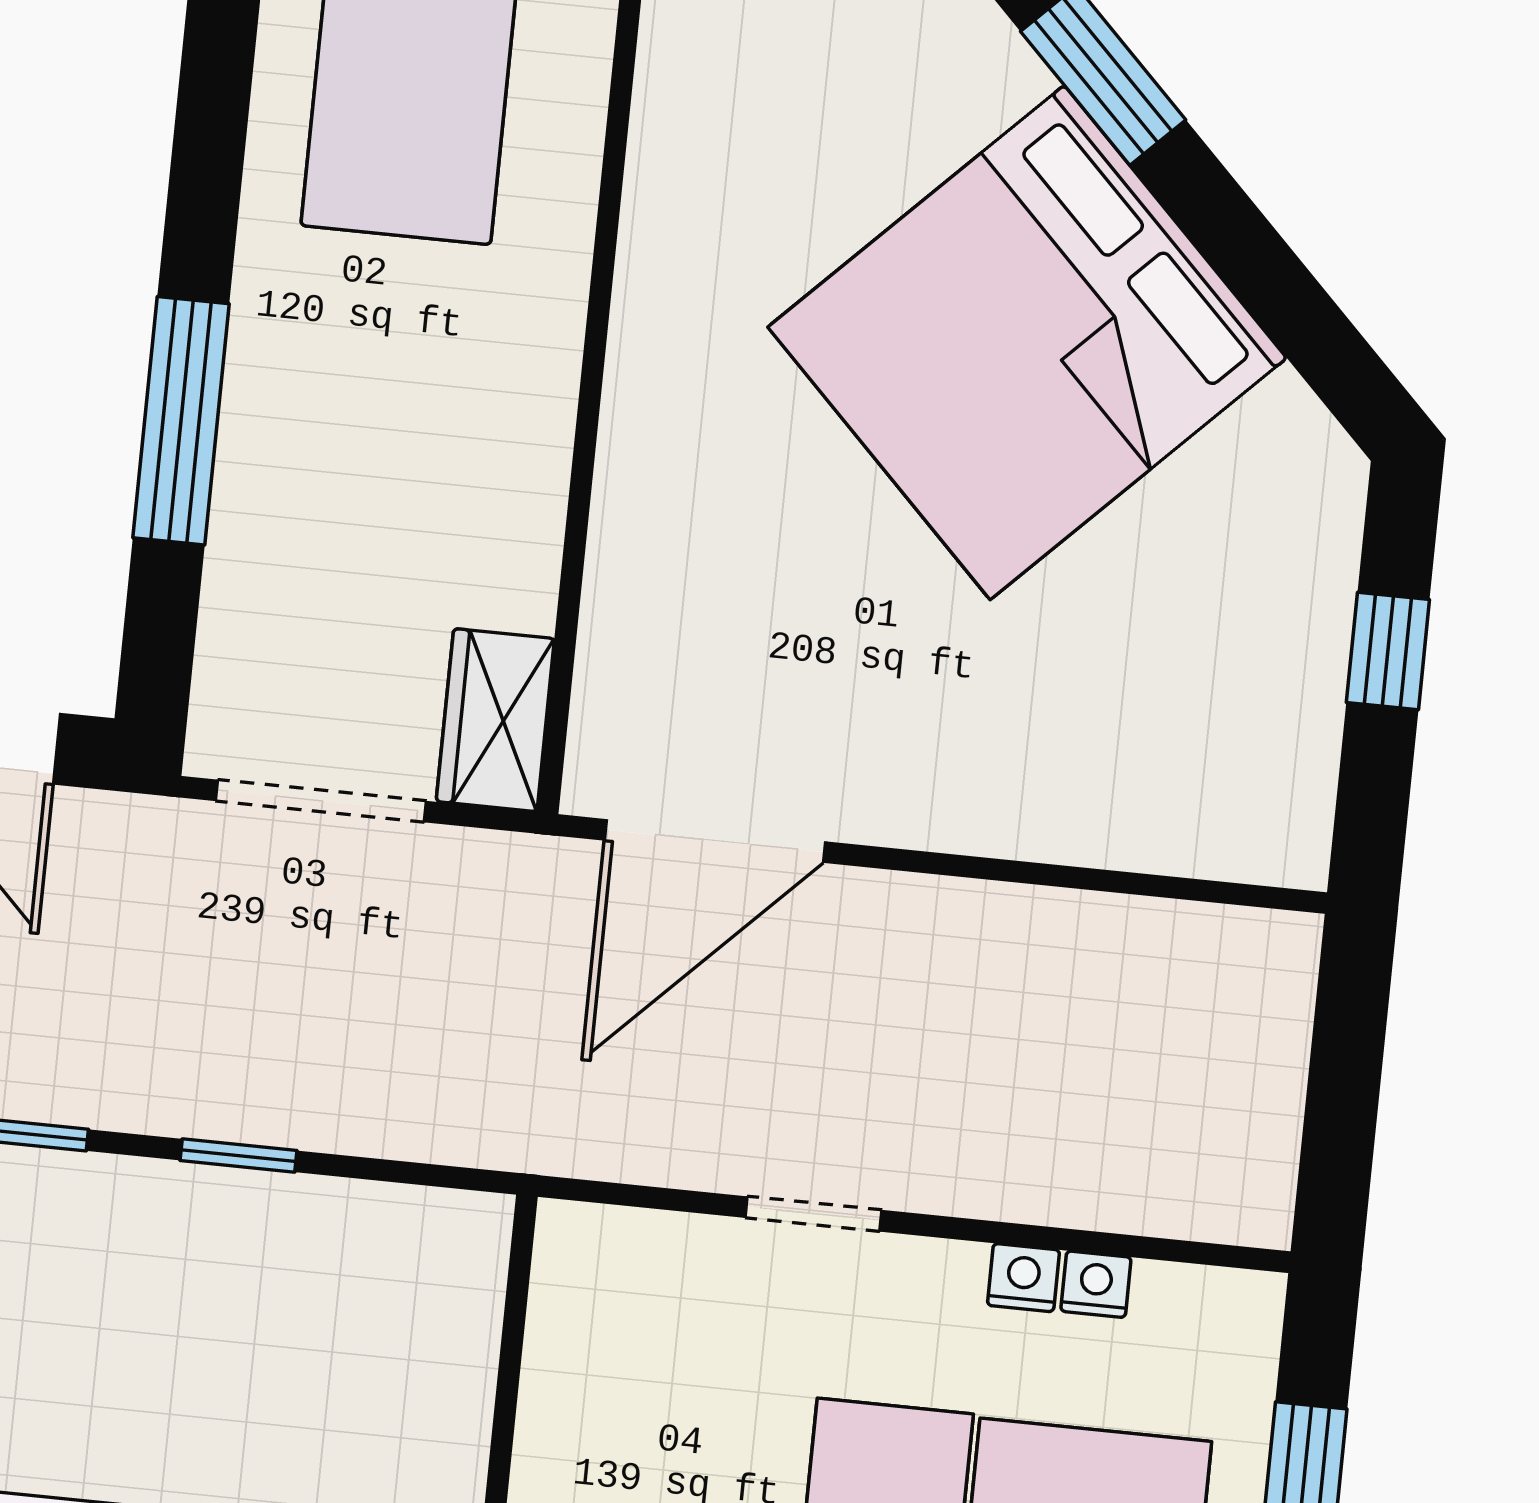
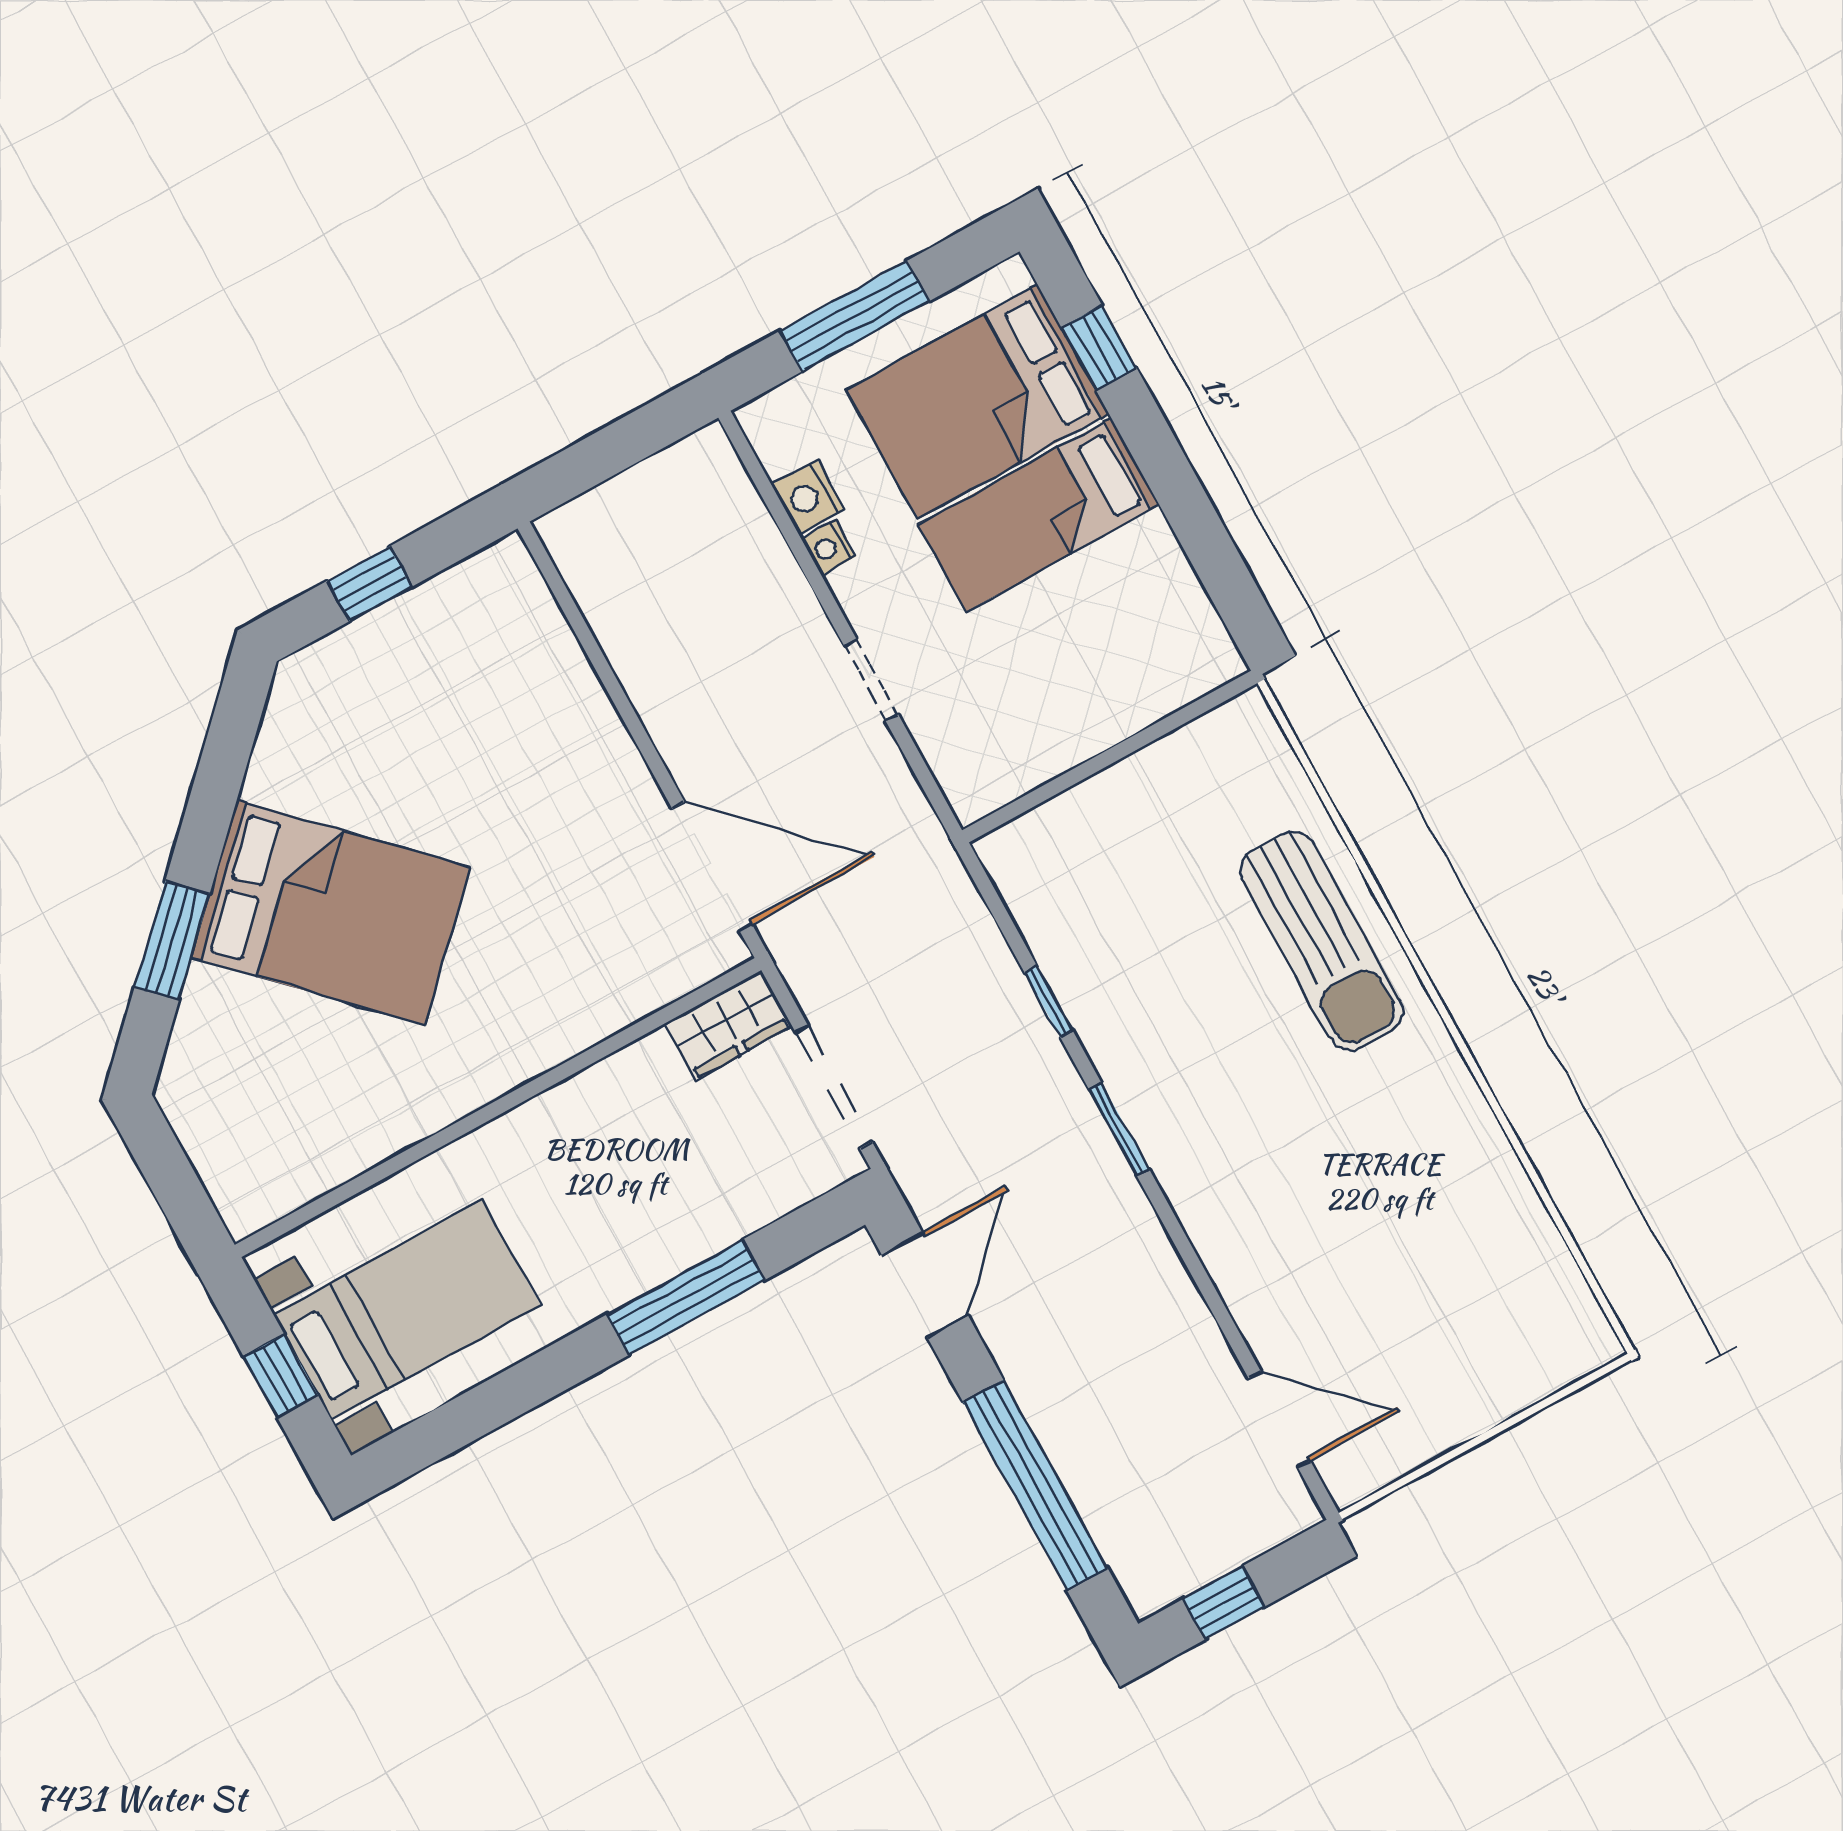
bed: (1027, 343) -> (331, 912), width x0.73
nightstand: (1096, 1284) -> (808, 497), width x1.39, depth x1.35

